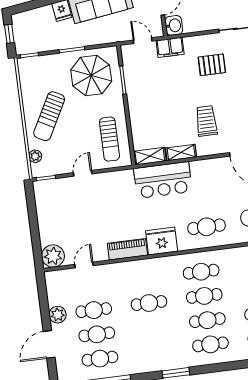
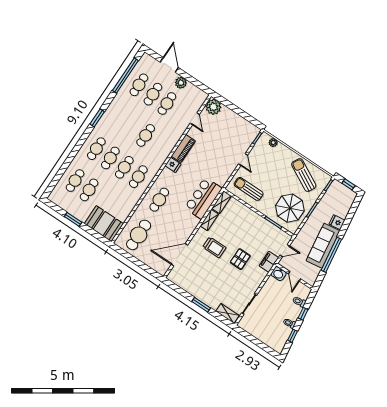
pallet: (212, 65) -> (240, 259), moved
sun lounger: (49, 116) -> (304, 175), moved
fridge: (162, 241) -> (173, 165), width x0.53, depth x0.75

